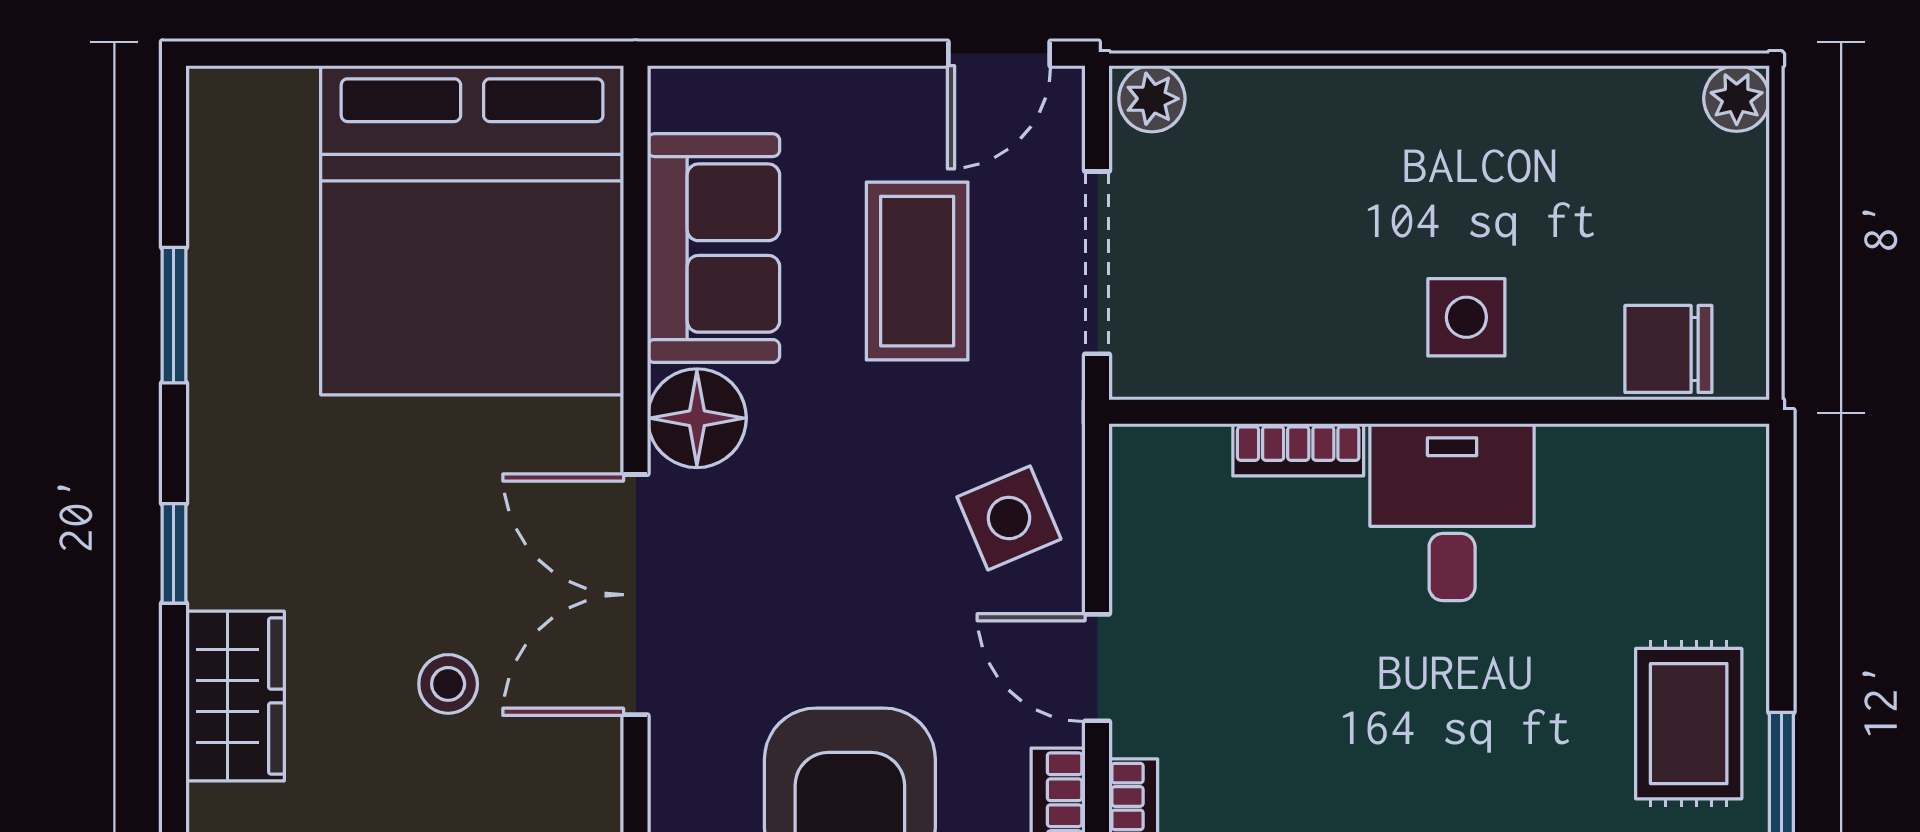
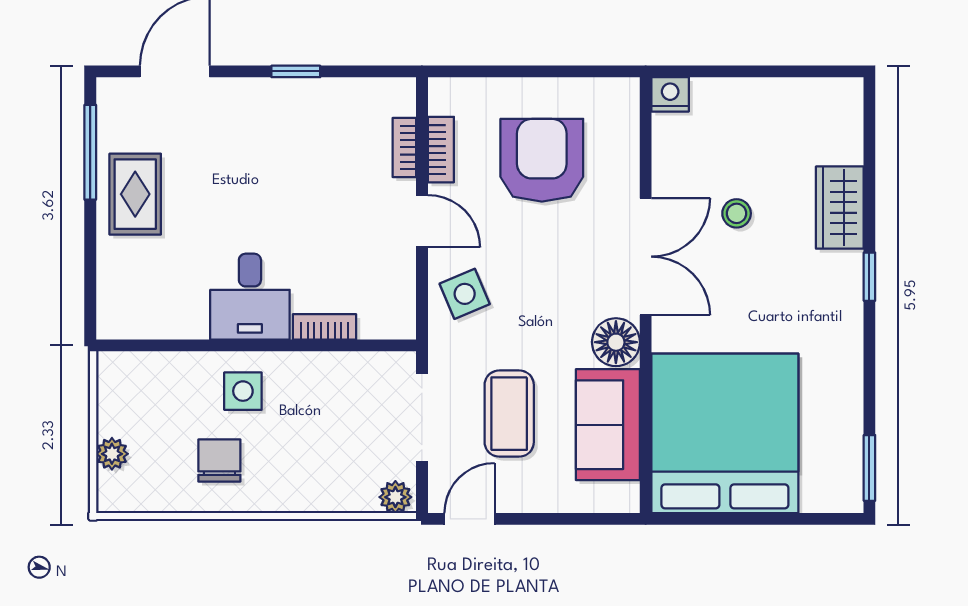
plant: (1737, 98) -> (112, 454), moved
window: (174, 315) -> (869, 468), moved
chair: (1668, 349) -> (219, 460), moved, turned -90

